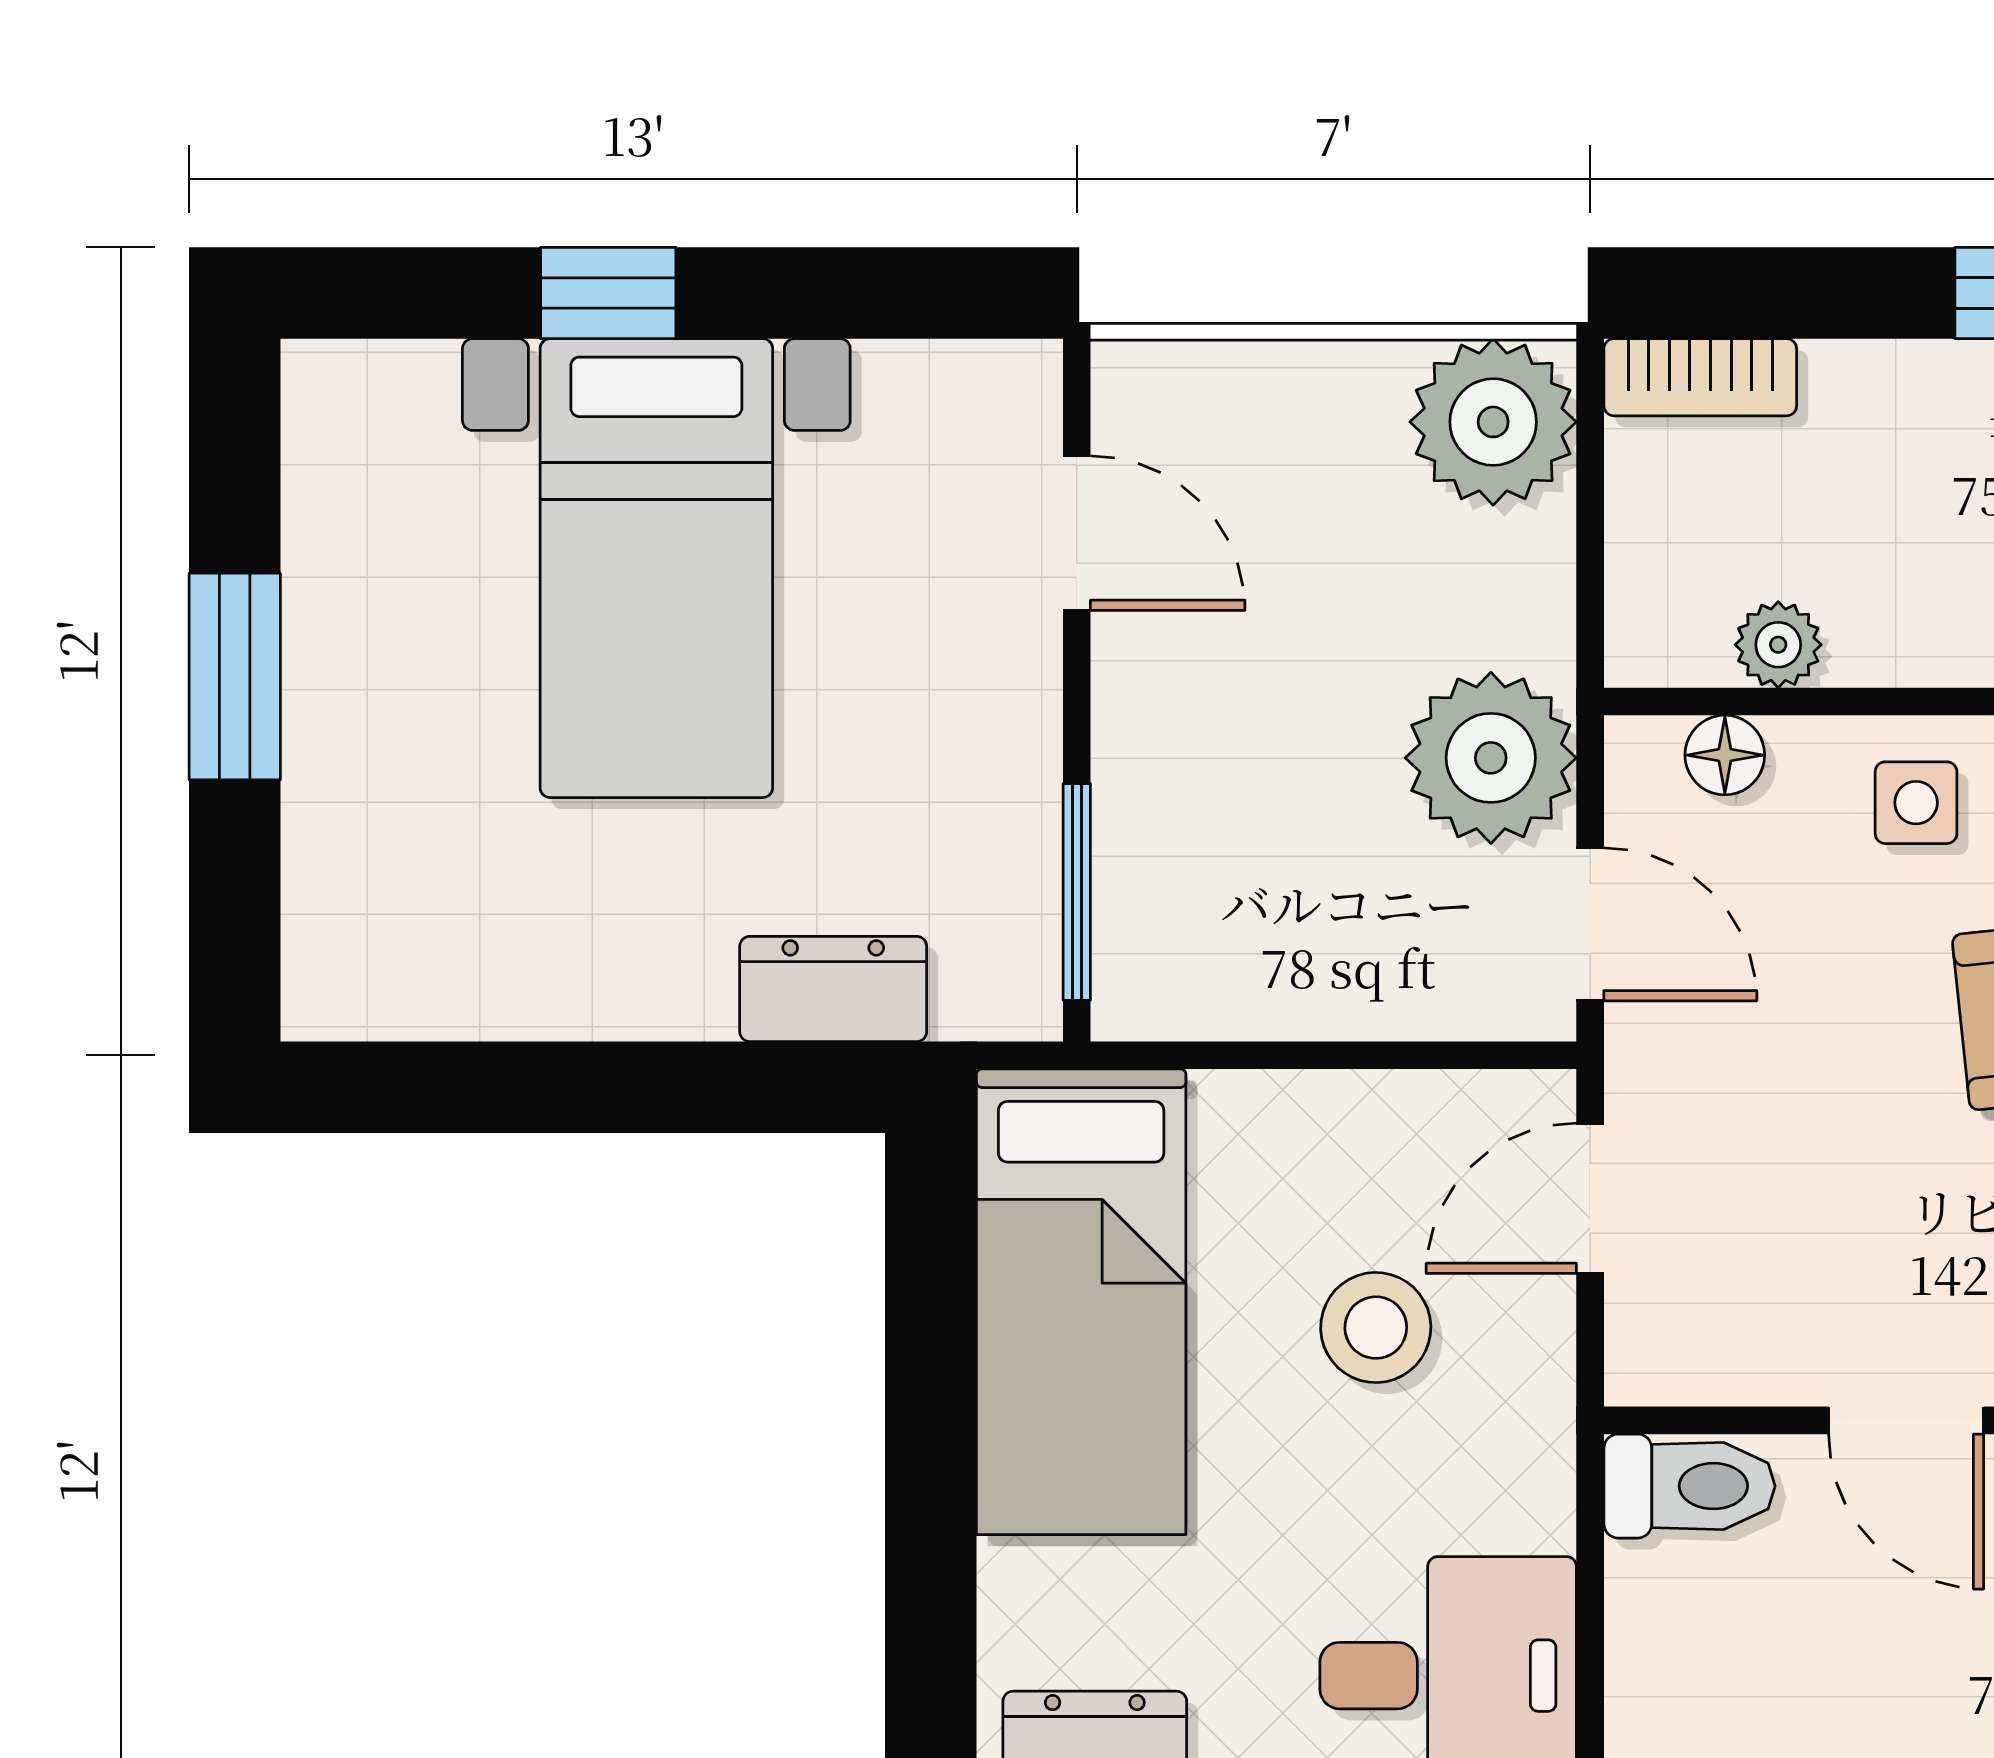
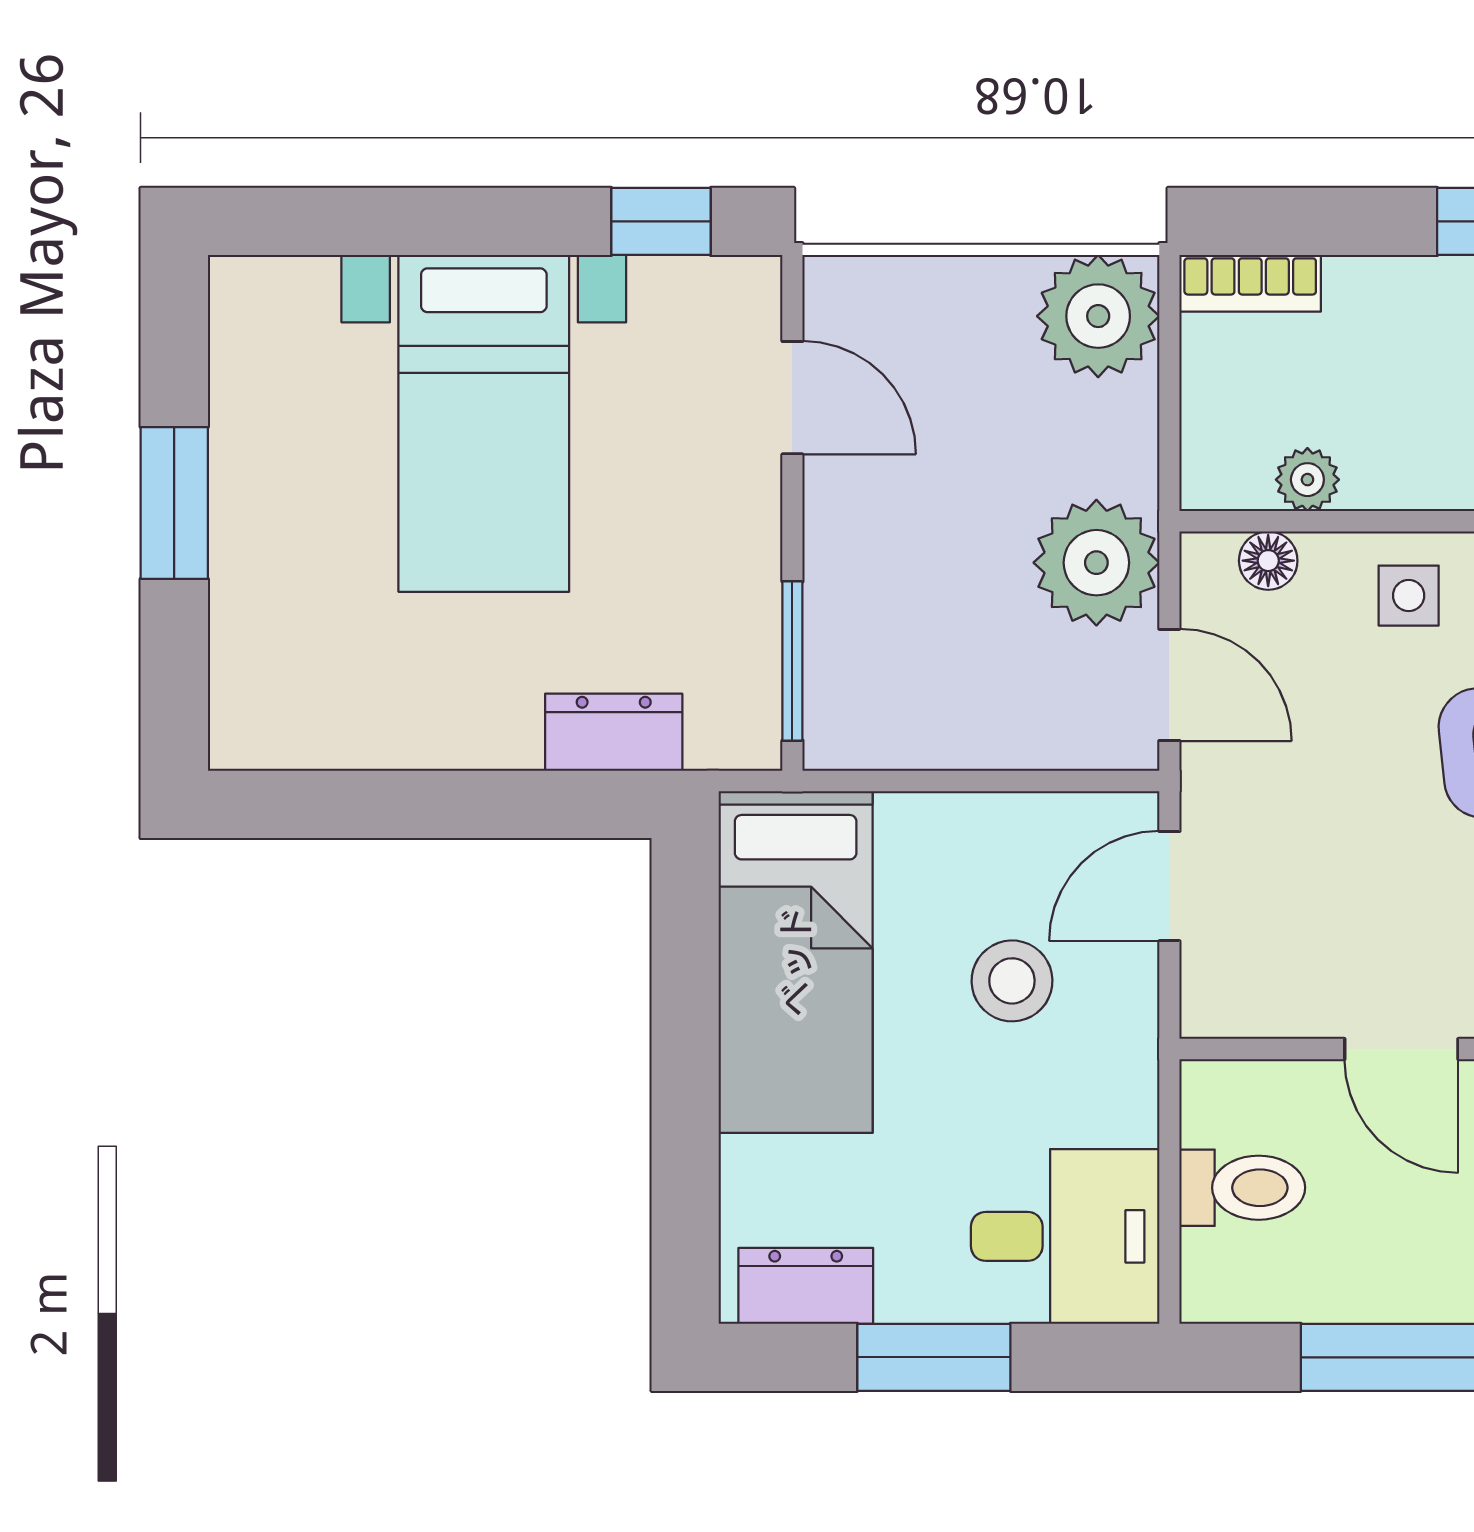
window: (608, 293) -> (661, 221), moved
toilet: (1689, 1486) -> (1242, 1188), moved

